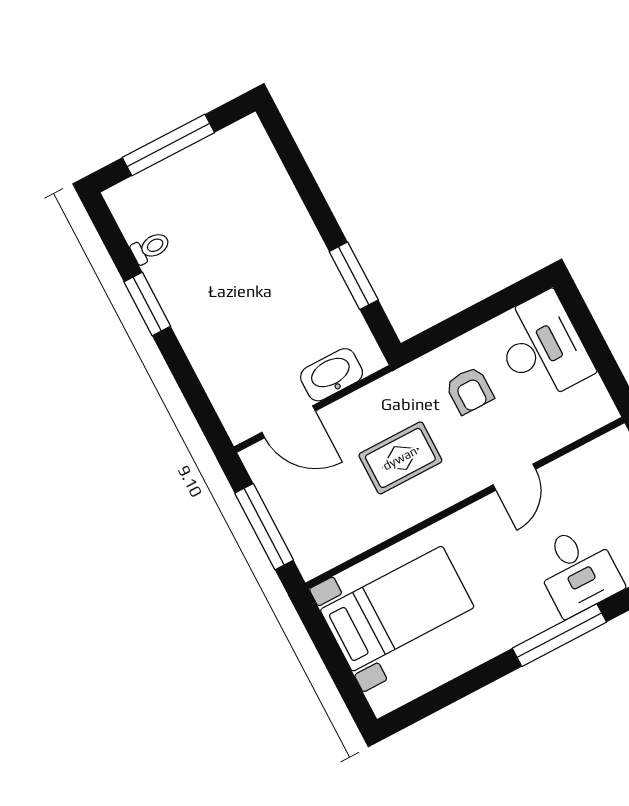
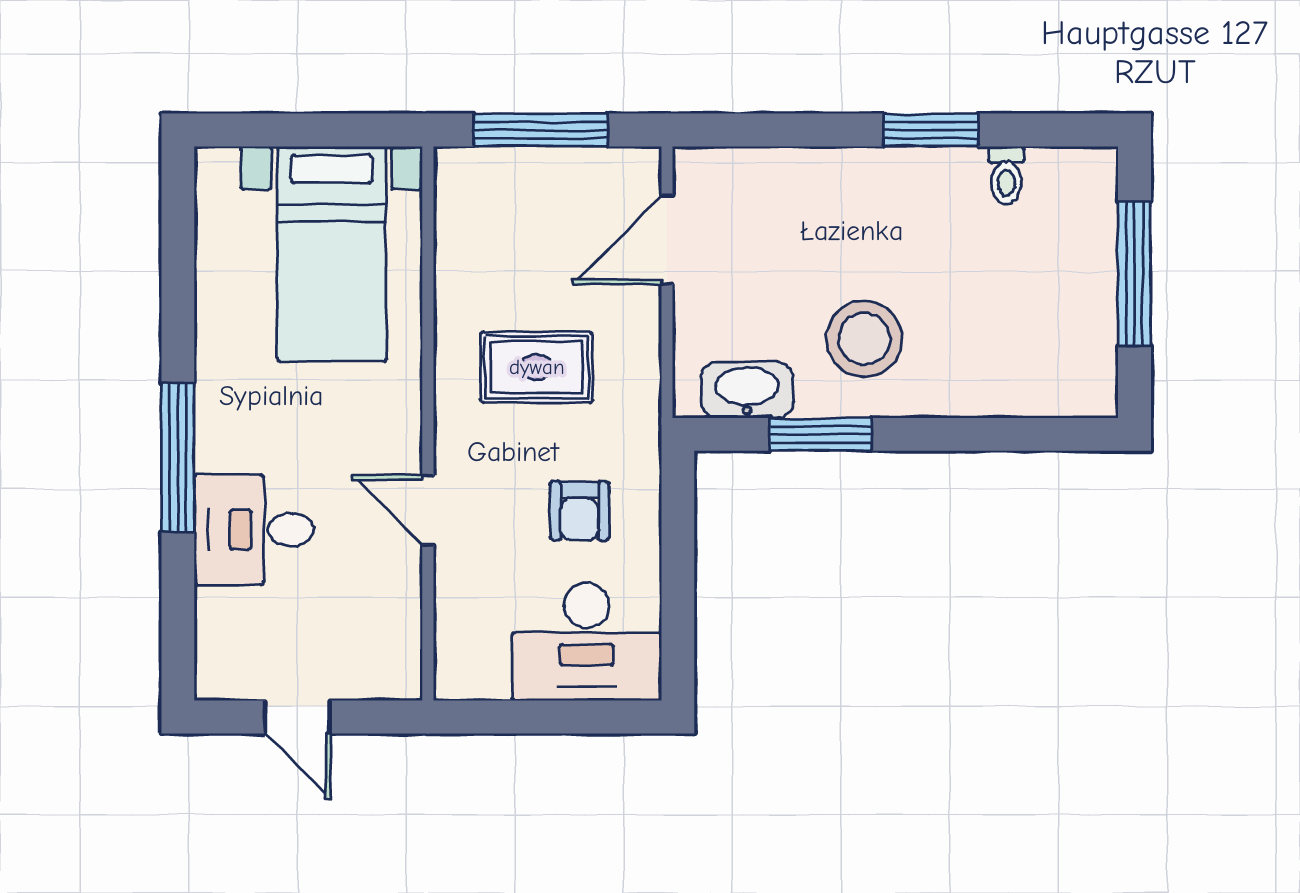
stool: (286, 280) -> (864, 339), added
washbasin: (332, 375) -> (747, 390), moved, turned -90
armchair: (469, 390) -> (580, 511), turned -90
rug: (400, 458) -> (537, 367), turned 90

